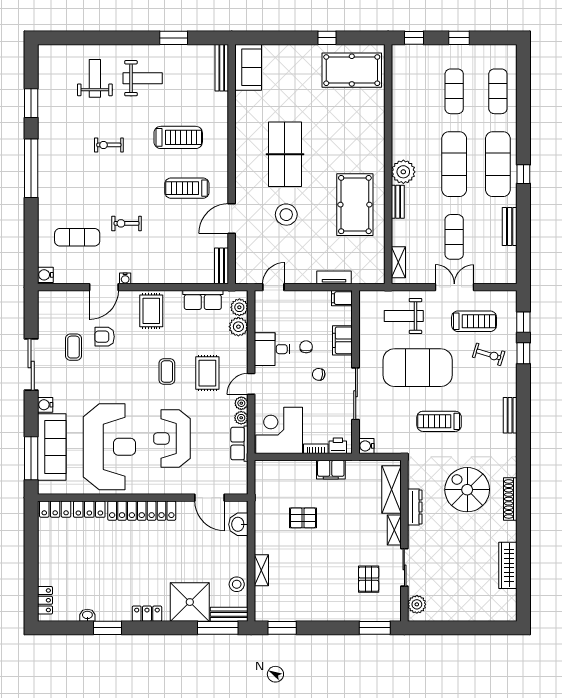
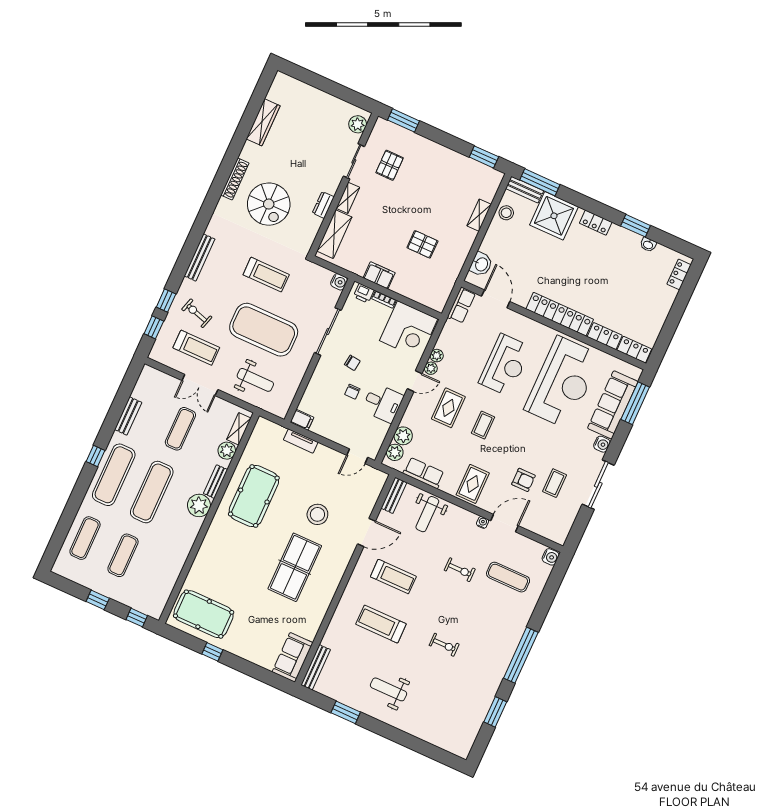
weight bench: (95, 78) -> (427, 514), moved
plant: (400, 236) -> (227, 451), added
treadmill: (474, 321) -> (196, 348), turned 180
filing cabinet: (342, 340) -> (318, 383), removed
bench: (510, 415) -> (200, 257), width x1.36
row of seats: (239, 444) -> (461, 305), moved
reception desk: (109, 447) -> (563, 382), turned 180
dresser: (415, 507) -> (323, 205), width x0.70

